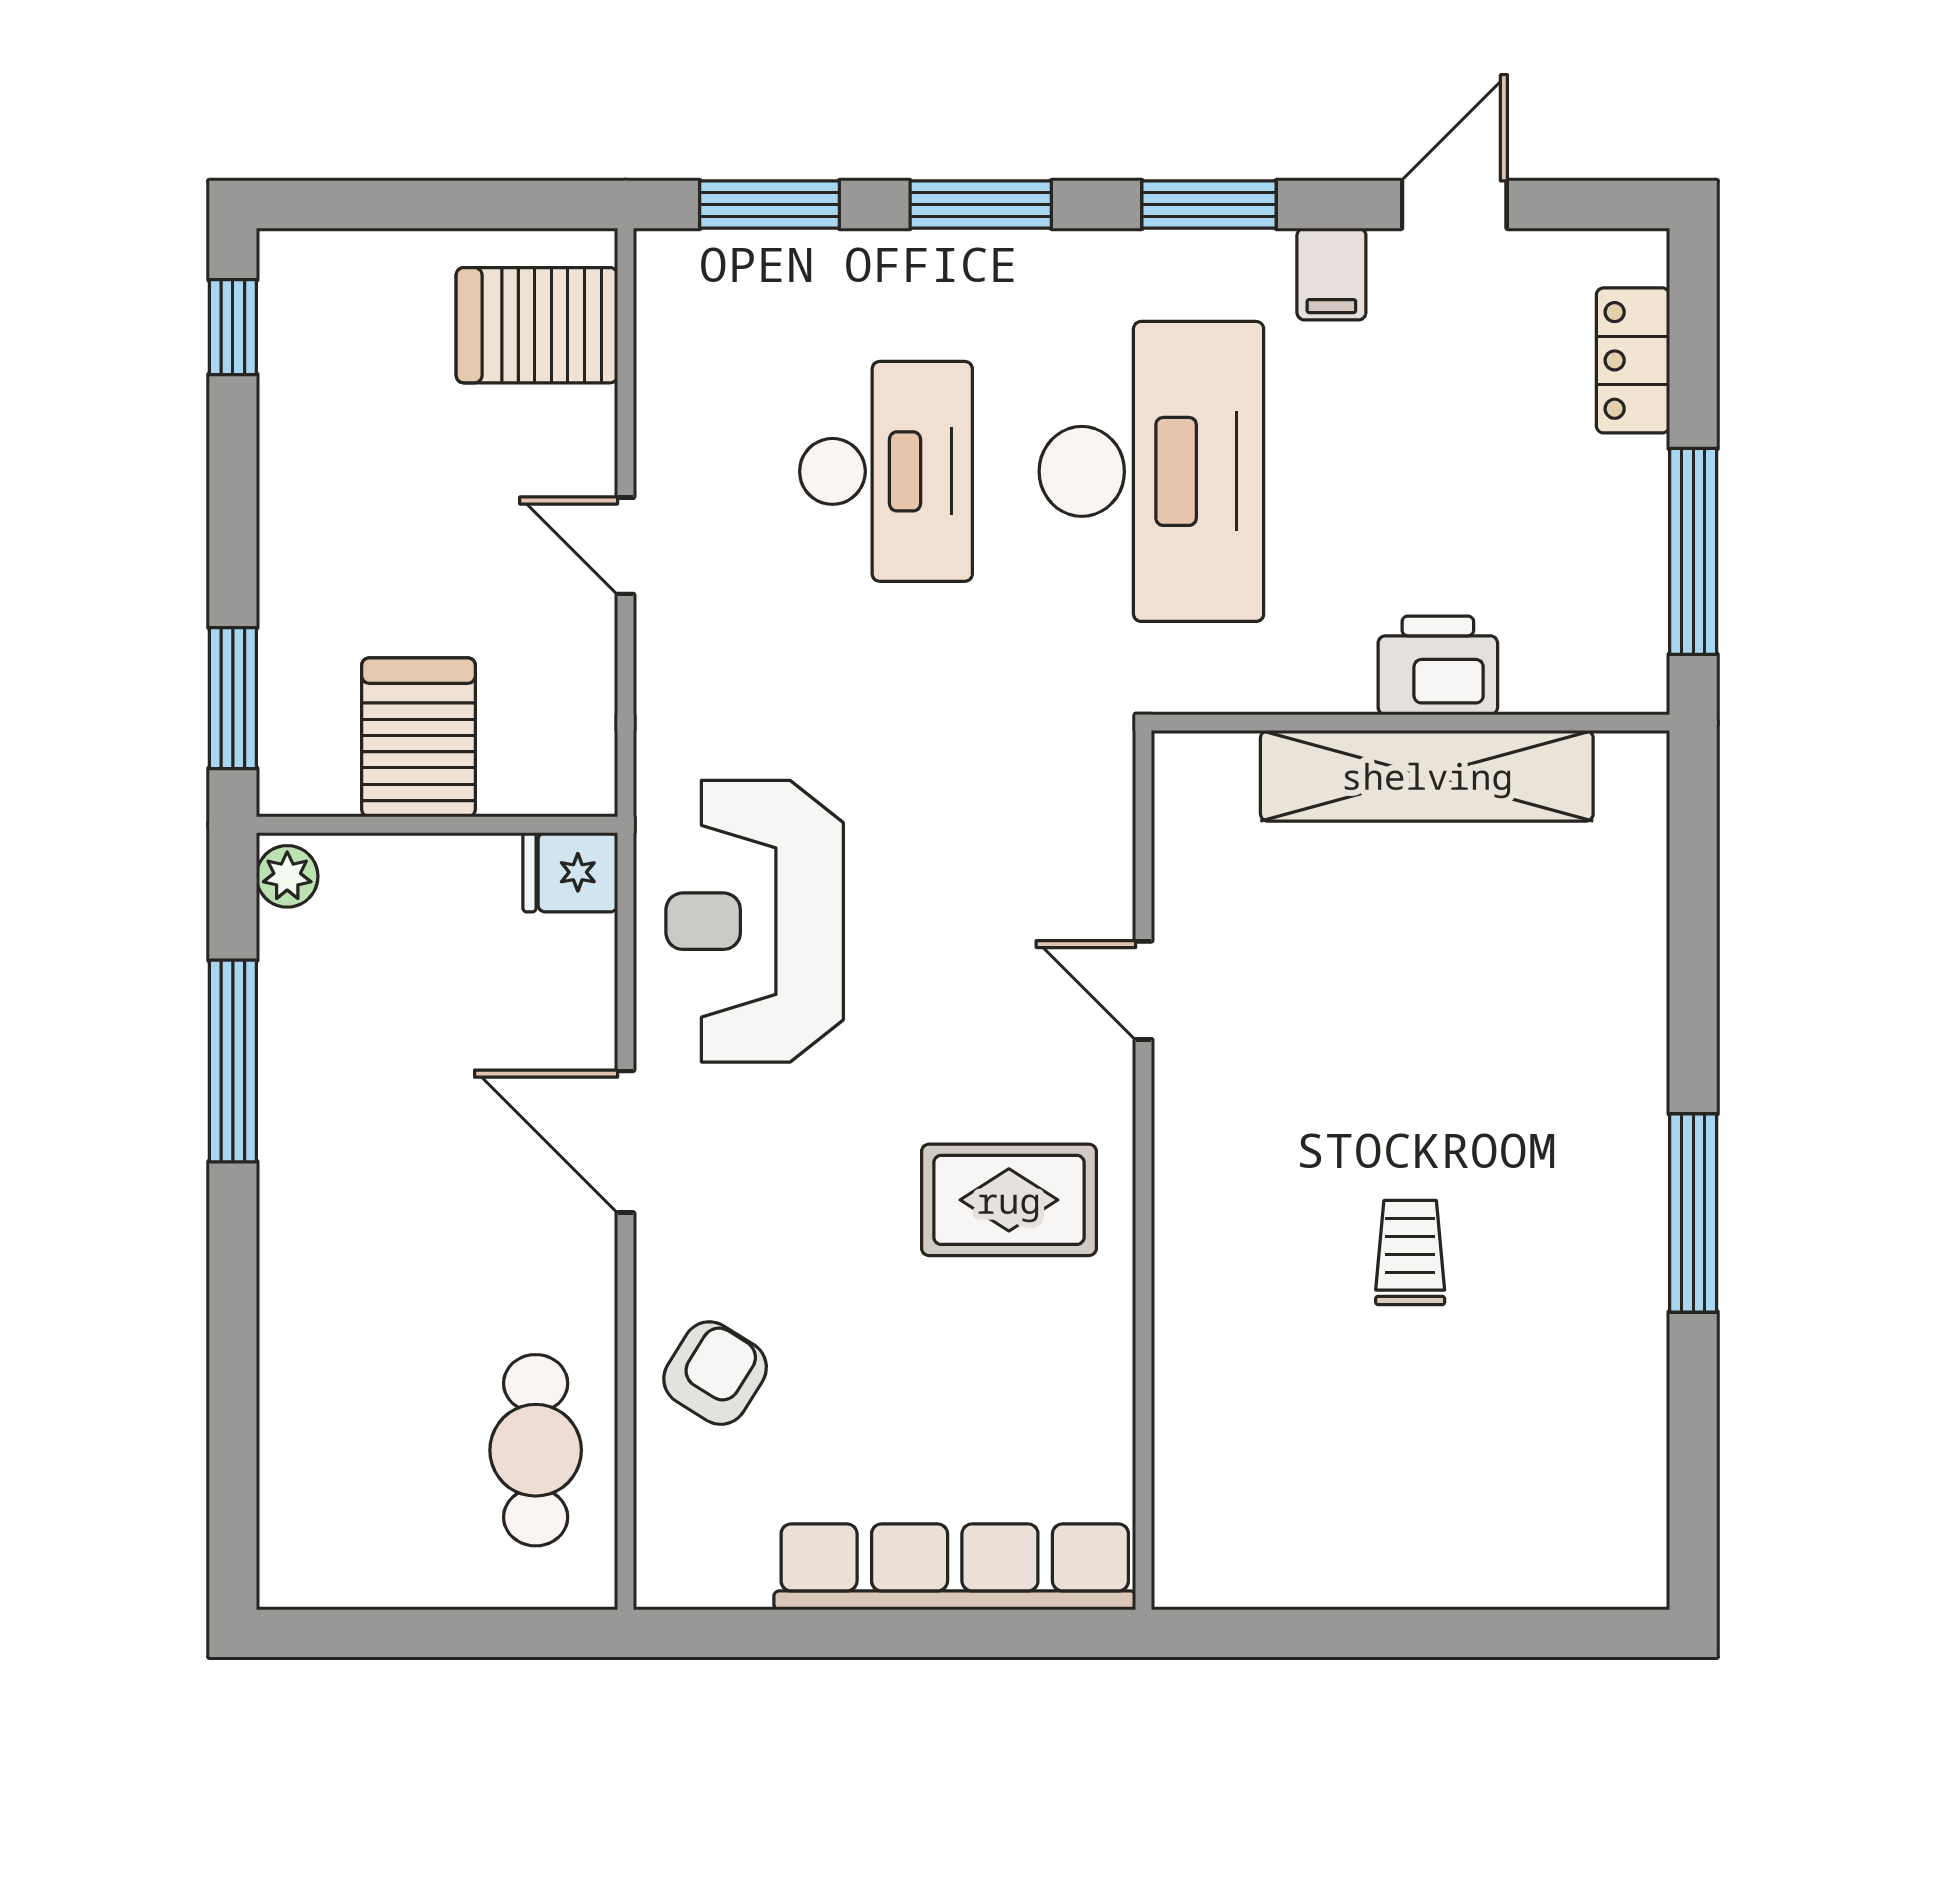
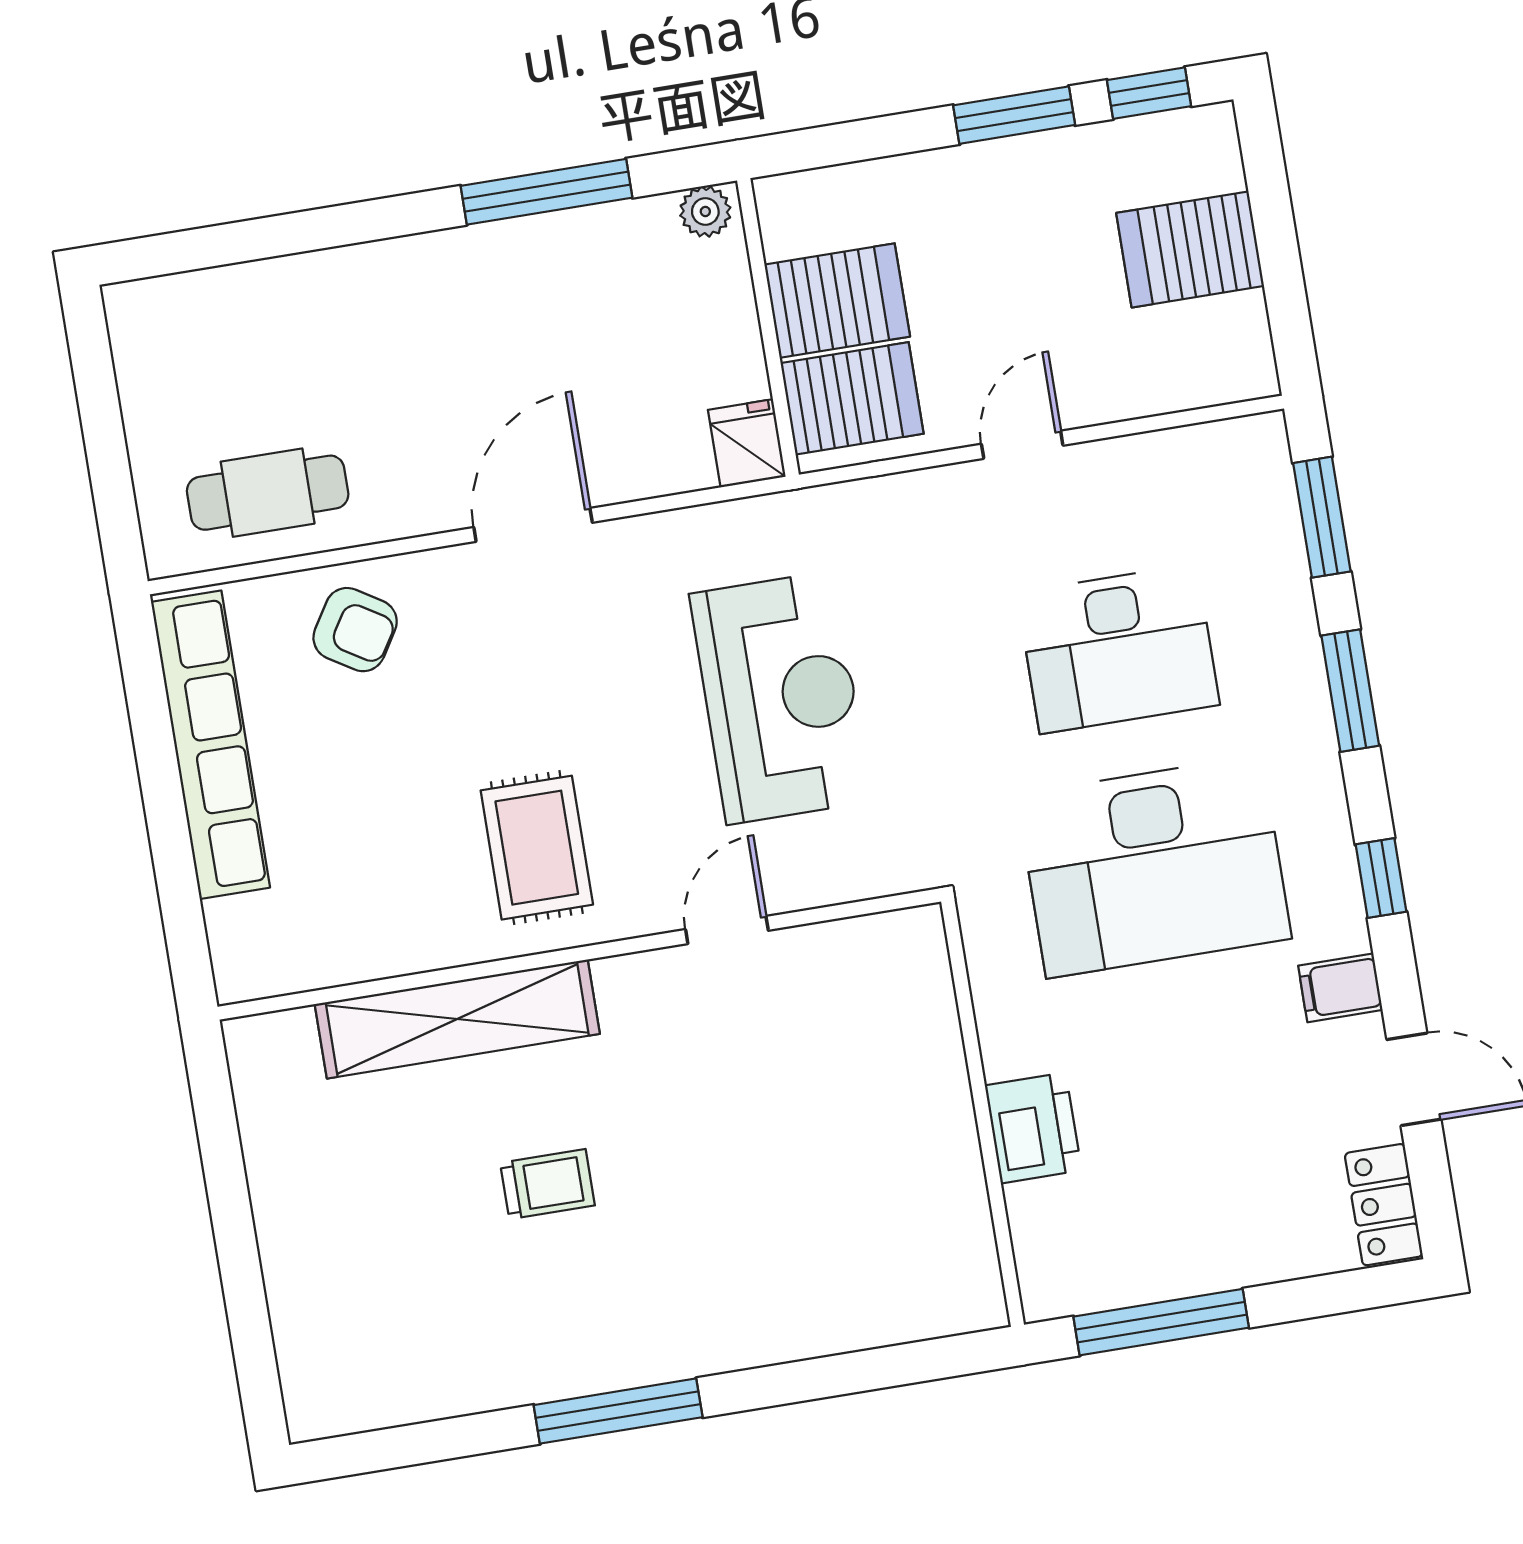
window: (1209, 204) -> (1381, 878), width x0.67
server rack: (537, 325) -> (1190, 249), moved, turned -90
locker: (1633, 360) -> (1384, 1205), moved, turned -90
window: (233, 698) -> (1014, 115), moved
server rack: (537, 739) -> (852, 398), added
shelving: (1427, 776) -> (457, 1019), moved, turned 90
reception desk: (755, 921) -> (780, 698), moved, turned 90
row of seats: (955, 1567) -> (211, 745), moved

